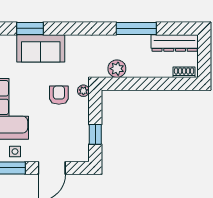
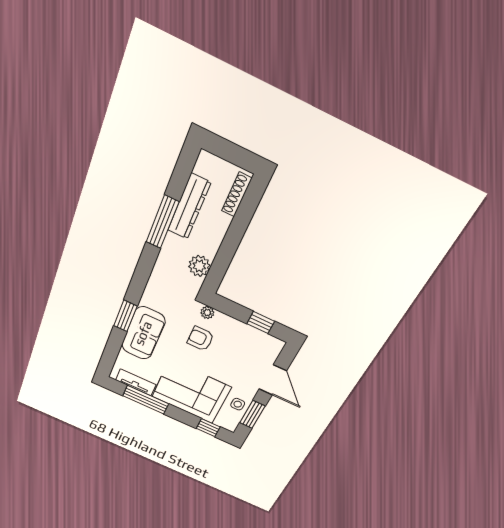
window: (30, 28) -> (125, 316), moved
dresser: (175, 43) -> (189, 207), moved
shoe rack: (184, 72) -> (237, 195), width x1.43

